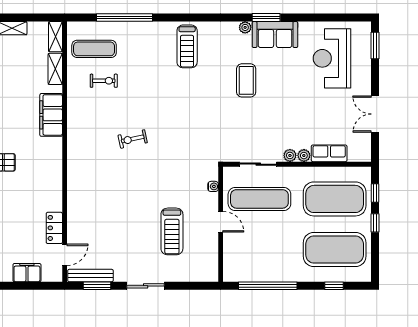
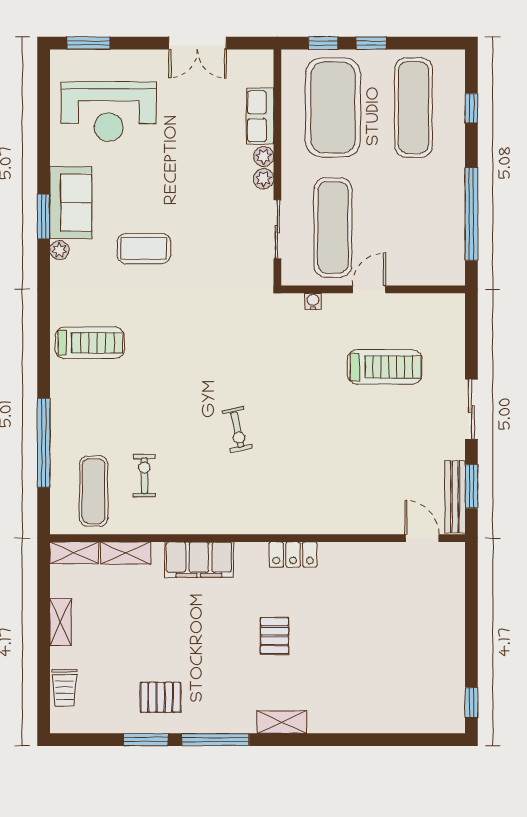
locker: (54, 228) -> (293, 555), moved
exercise mat: (335, 249) -> (414, 107), width x0.68
filing cabinet: (27, 273) -> (450, 598), removed

